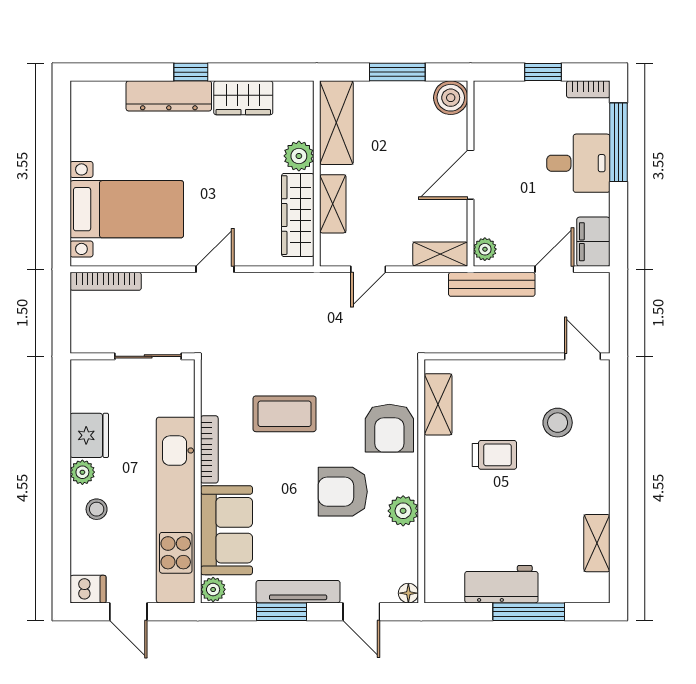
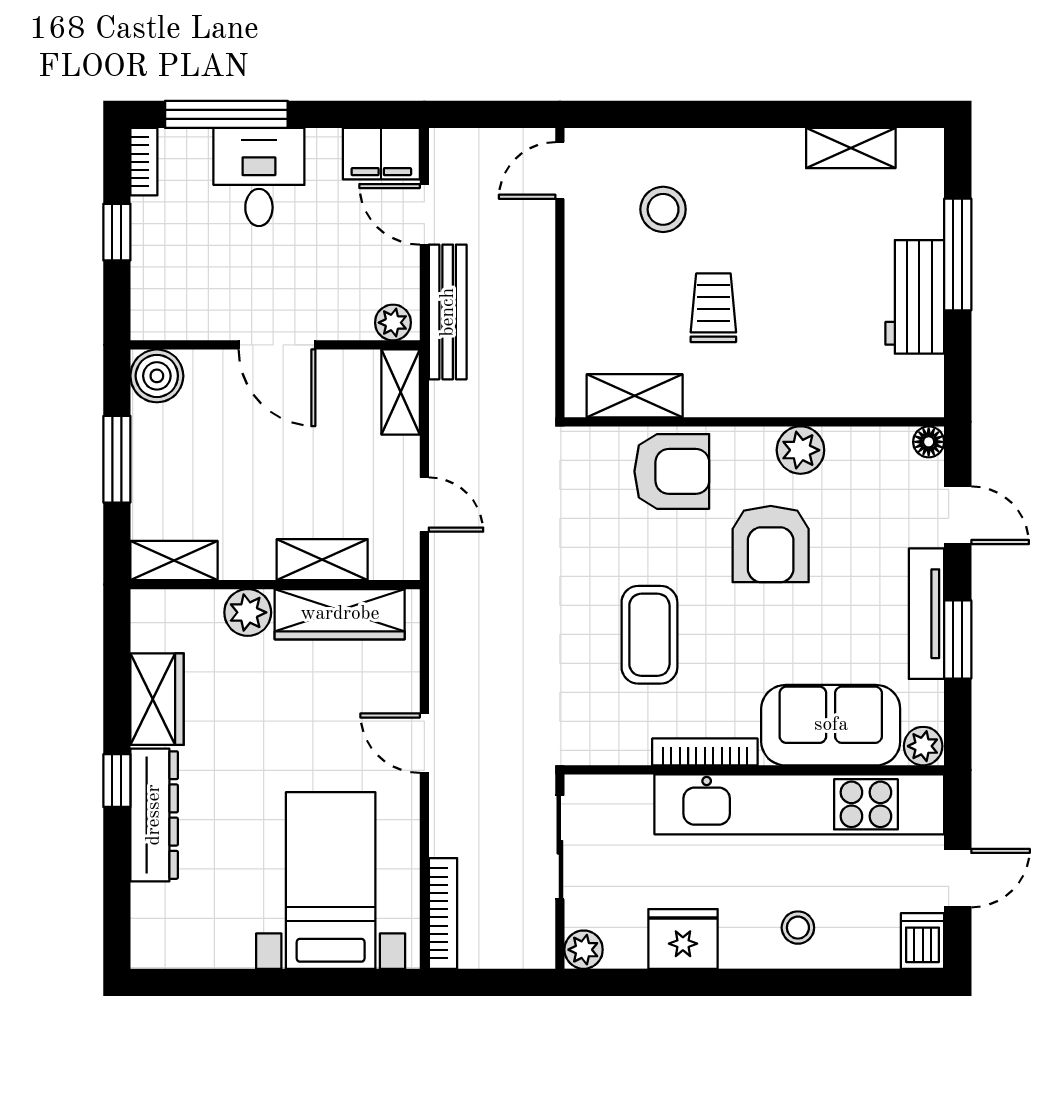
shelving: (336, 123) -> (174, 560), width x0.67, depth x0.75
plant: (82, 472) -> (584, 950), moved
door: (361, 612) -> (958, 515), hinge flipped

